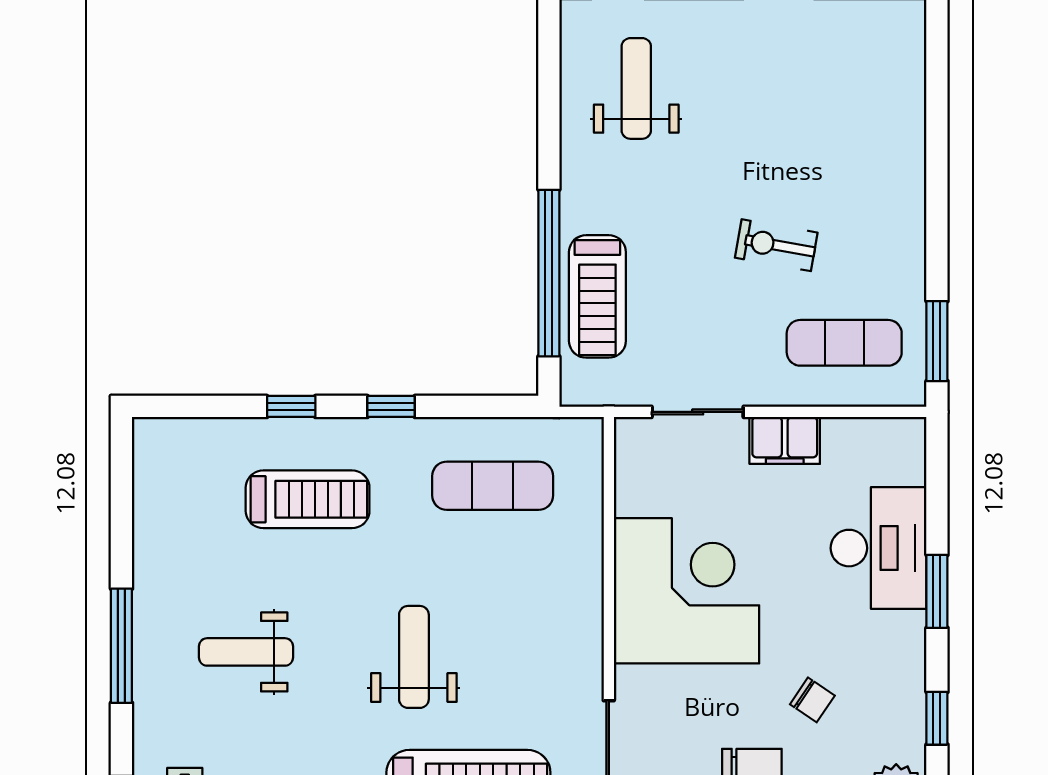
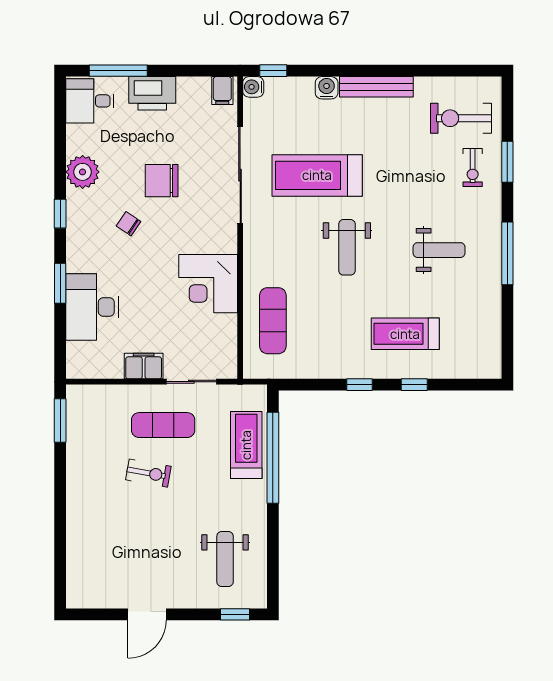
exercise mat: (844, 343) -> (163, 425), moved
exercise mat: (493, 486) -> (273, 321), moved, turned 90
corner desk: (686, 591) -> (208, 284), width x0.74, depth x0.74

